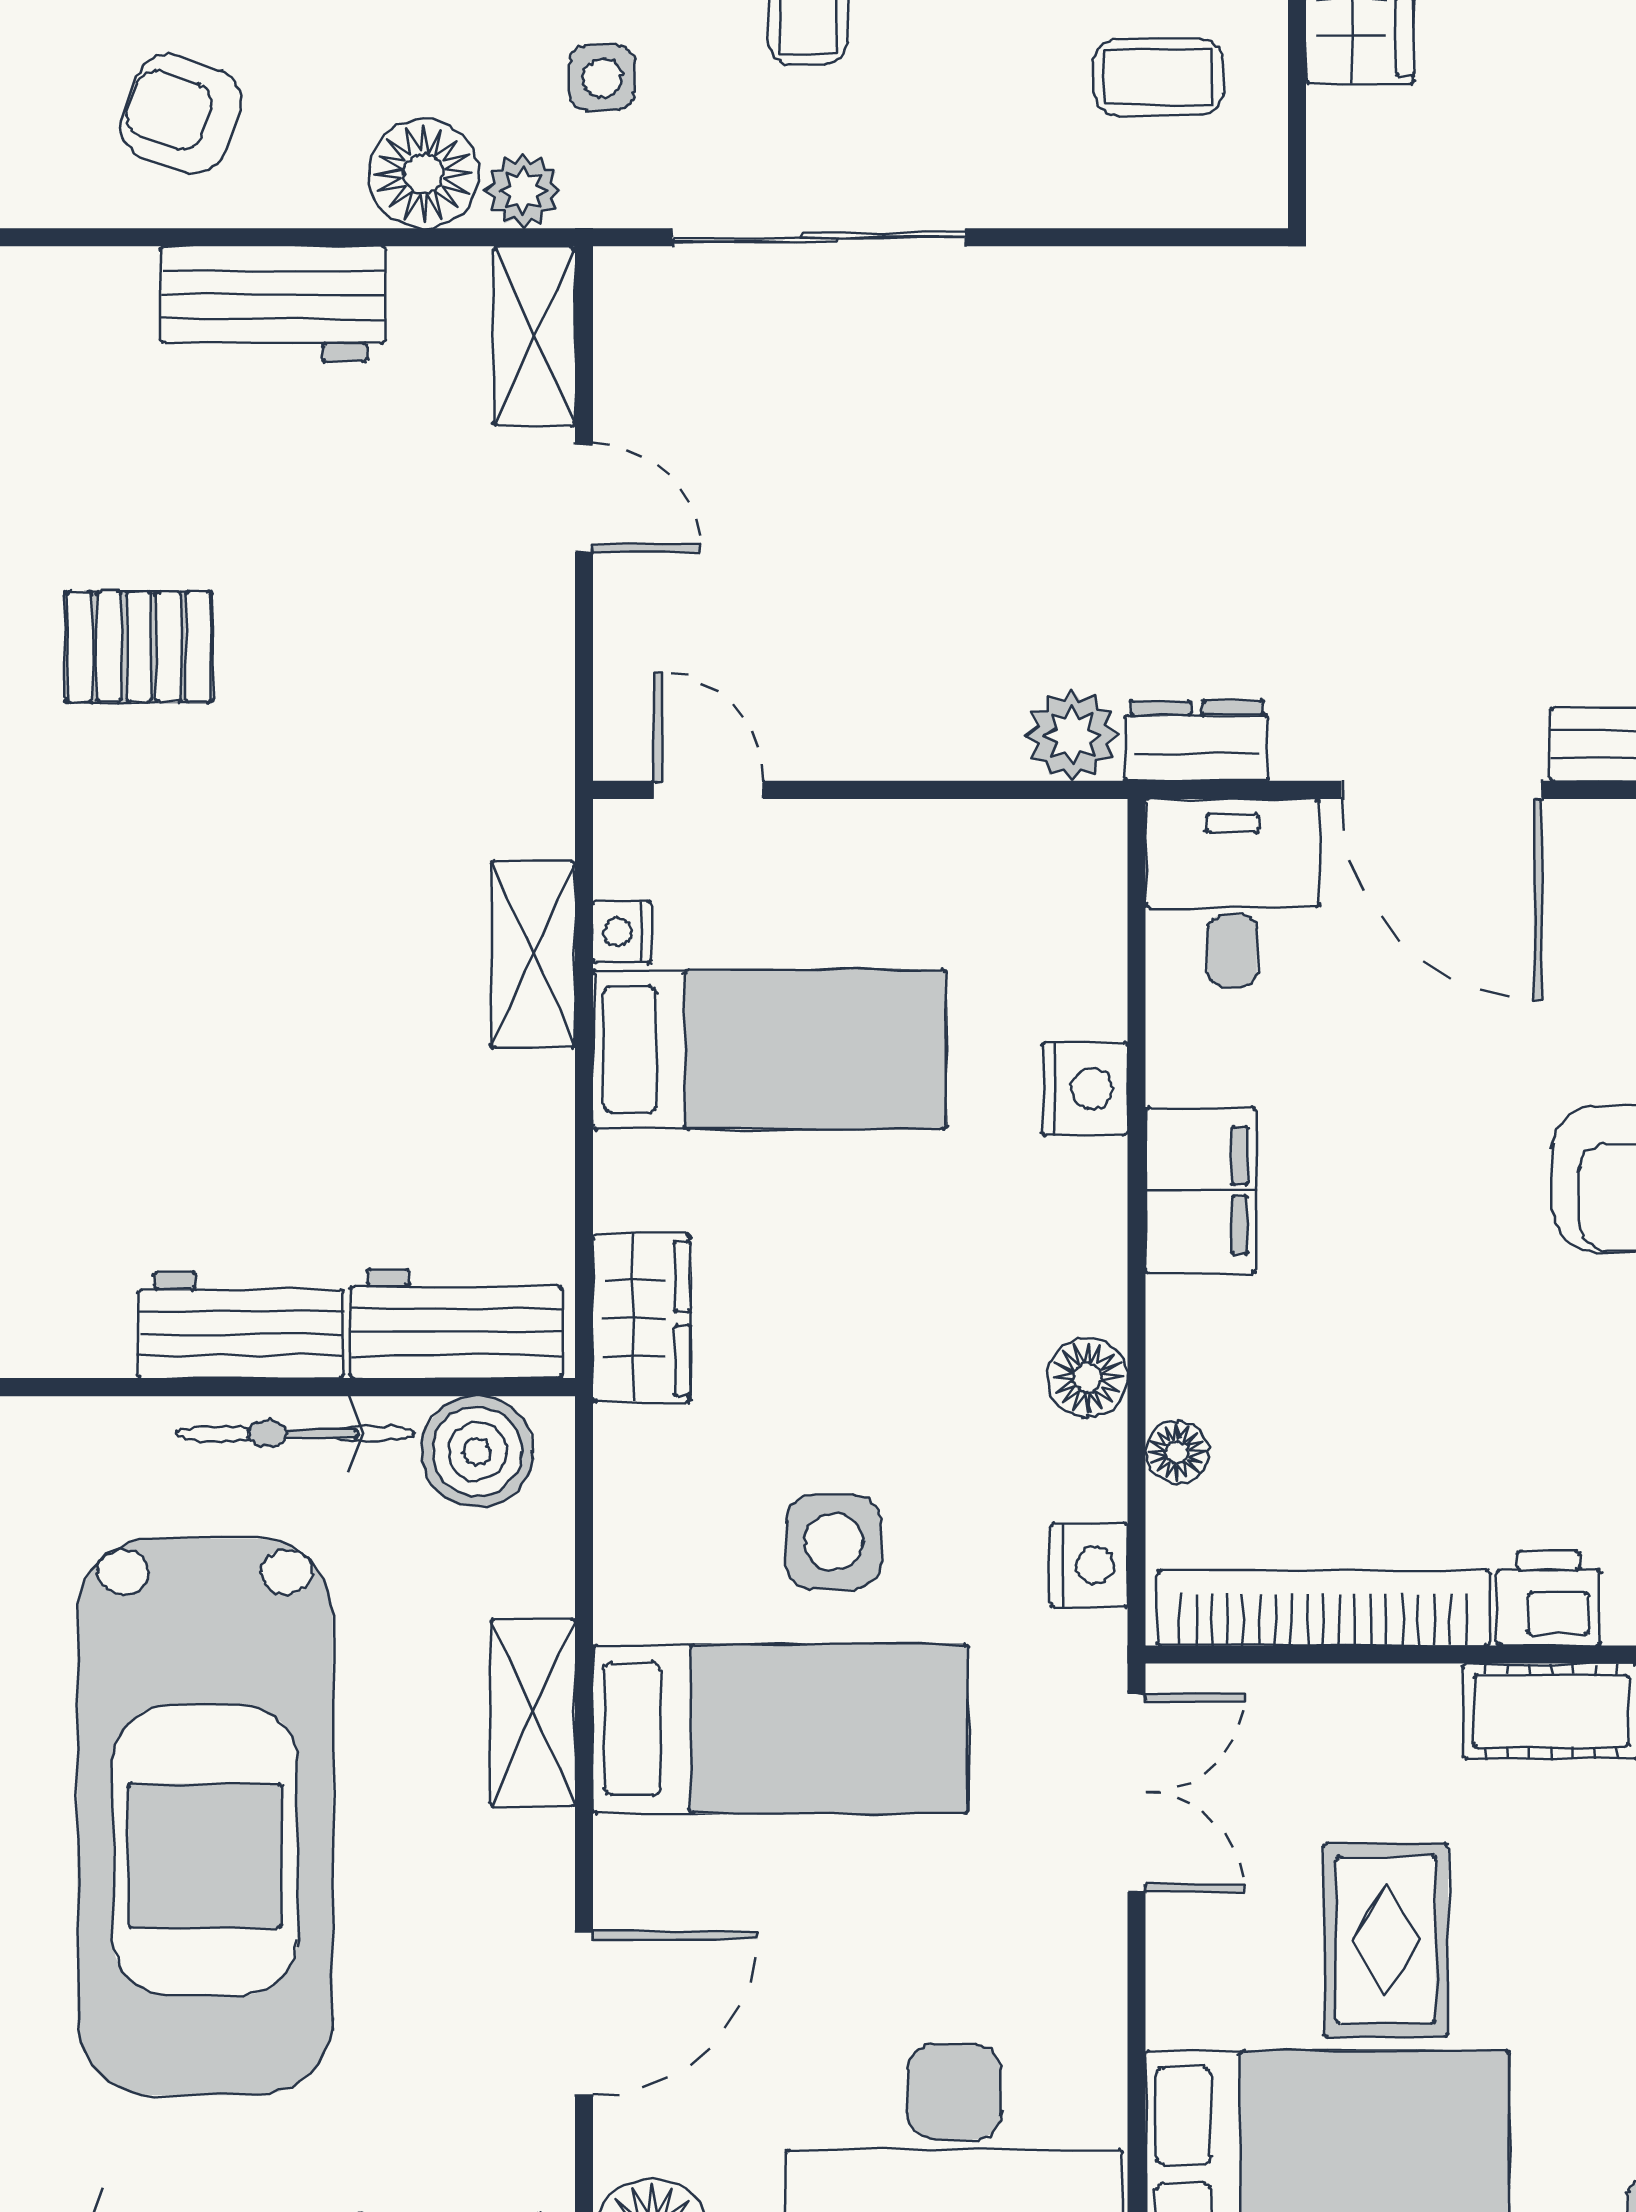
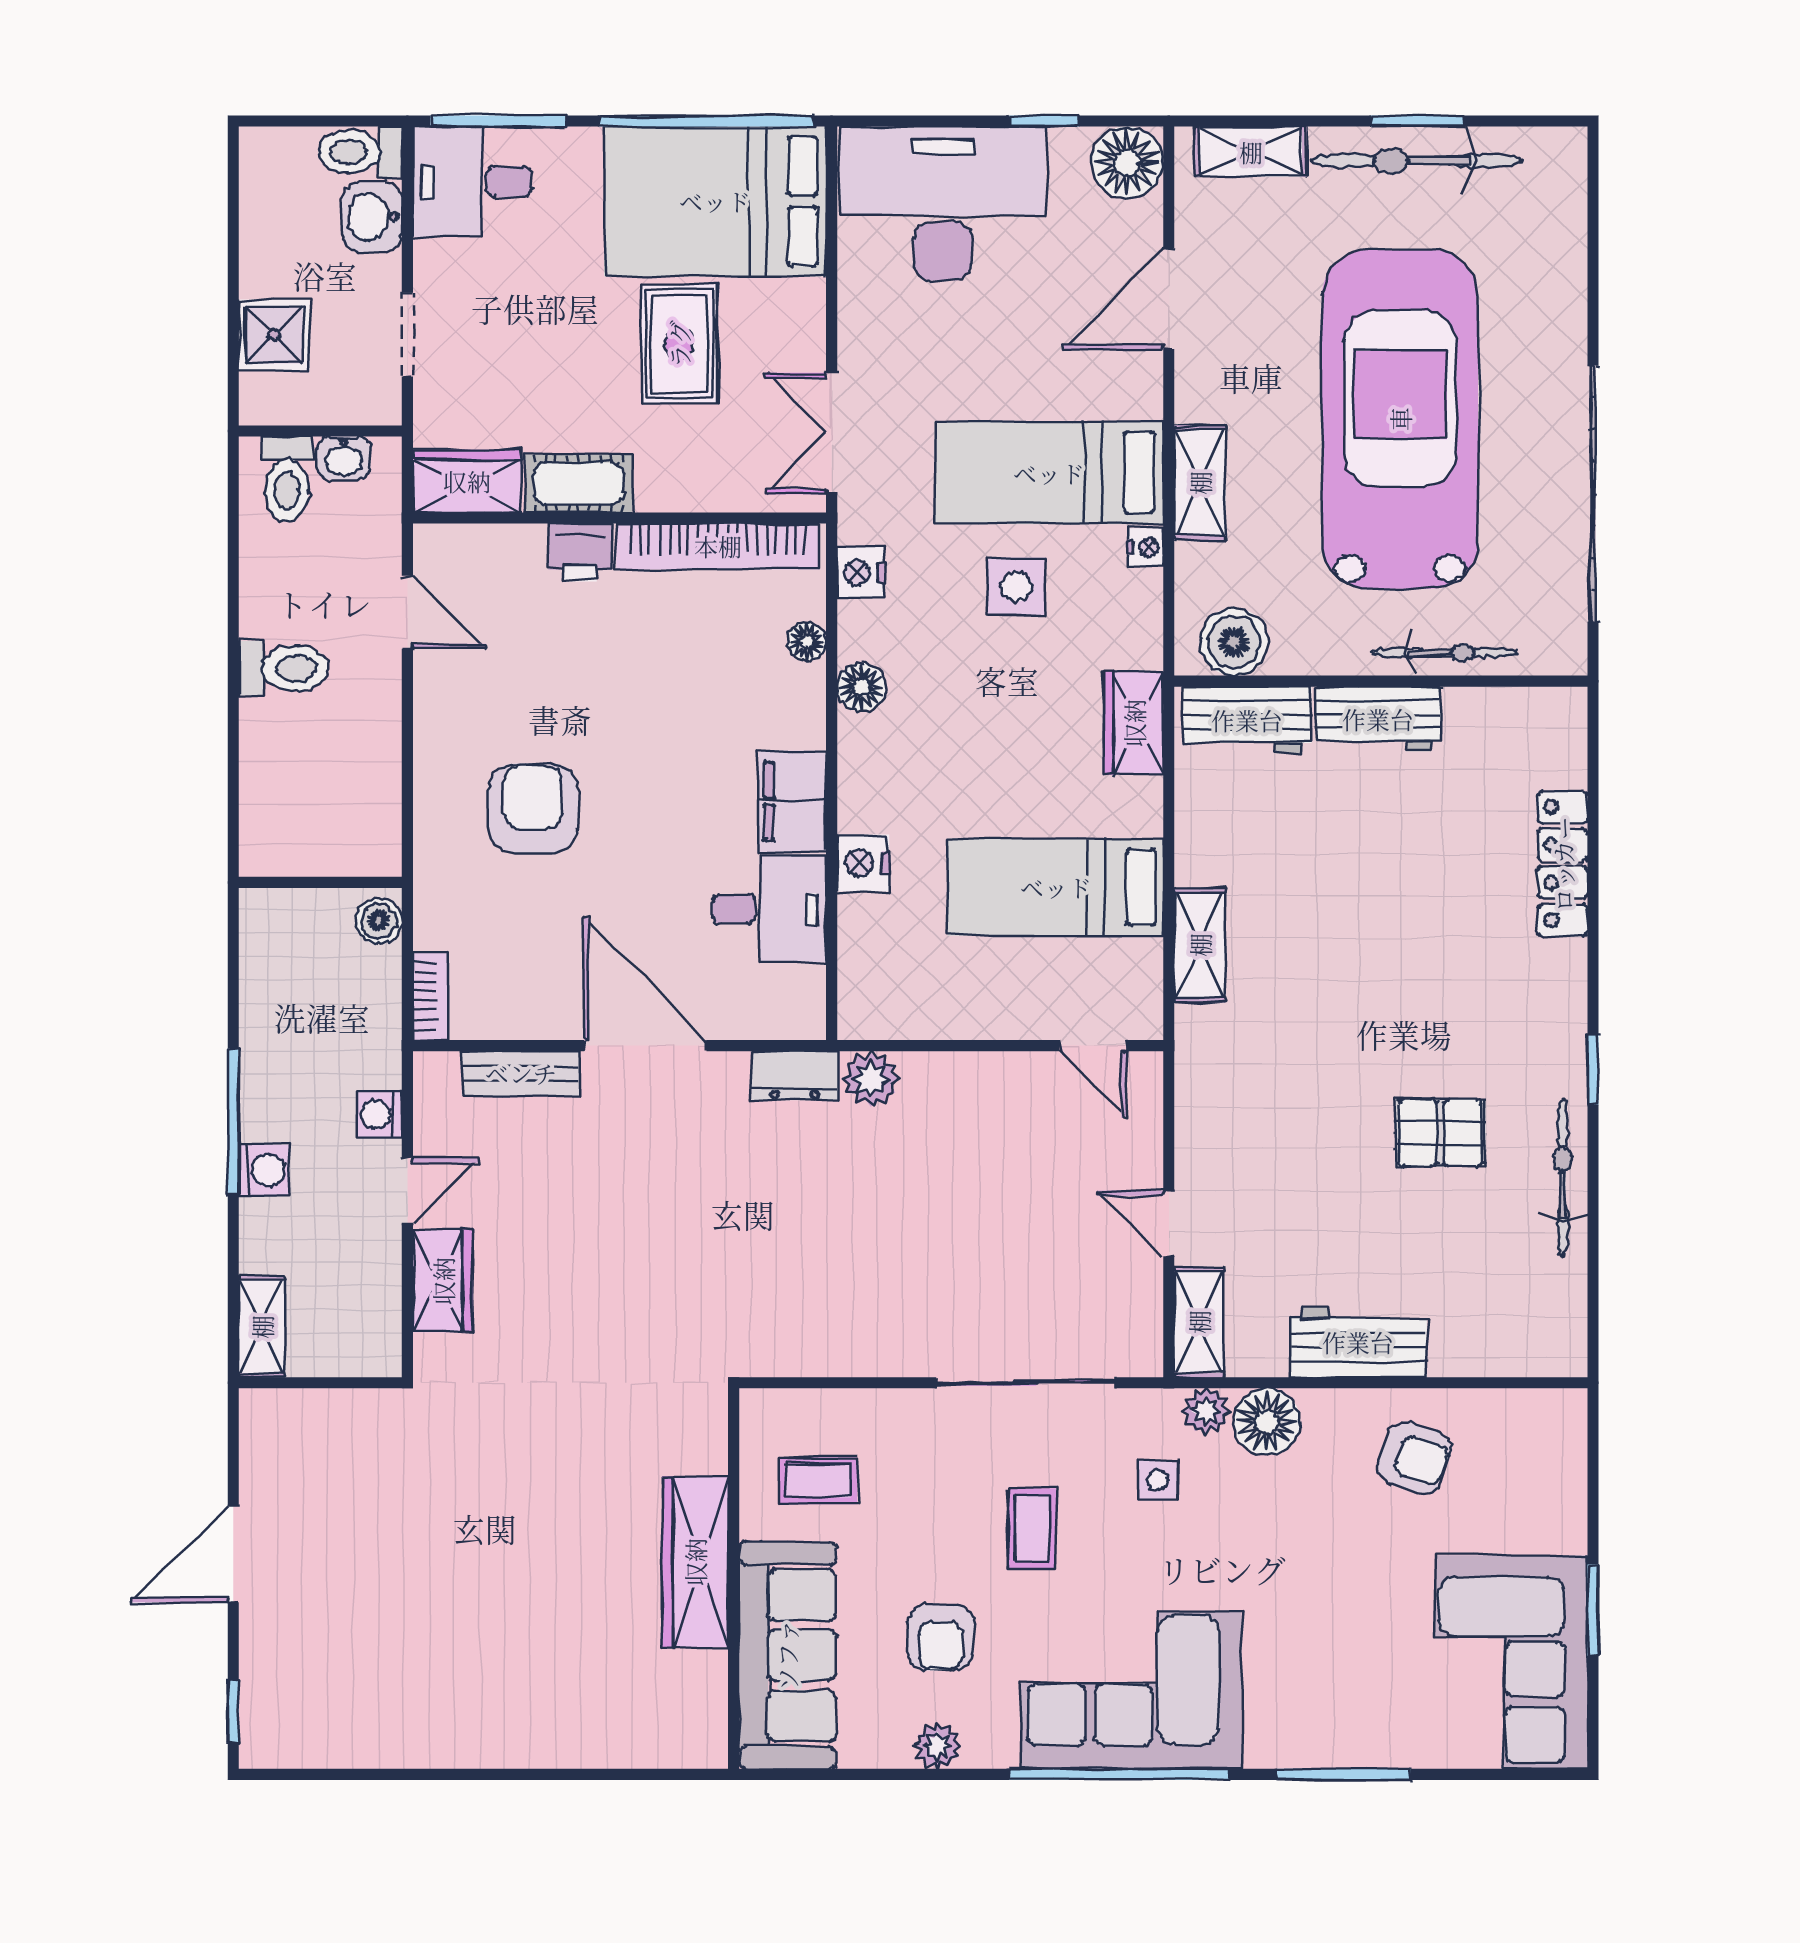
desk: (1232, 893) -> (769, 909), moved, turned -90
nightstand: (622, 932) -> (1146, 547), moved
bicycle: (296, 1434) -> (1445, 653), moved

